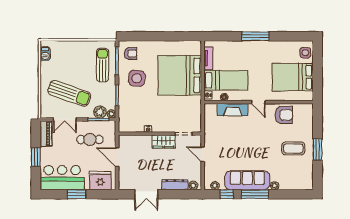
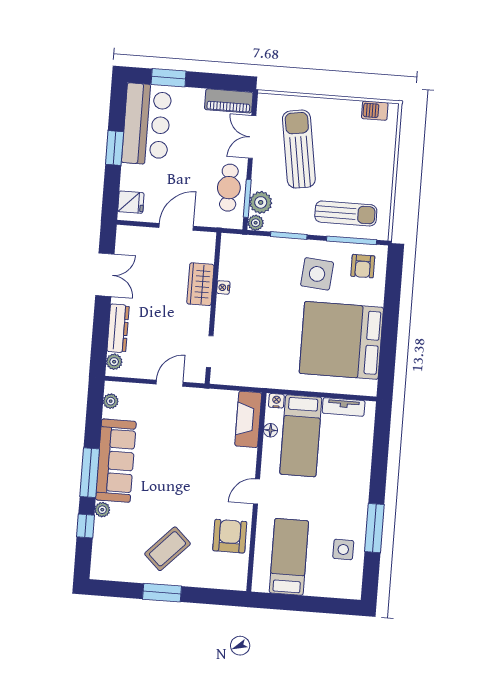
window: (255, 36) -> (374, 528), moved
side table: (305, 53) -> (343, 549), moved
bed: (180, 75) -> (341, 340), moved, turned -90
bed: (293, 77) -> (289, 557), width x0.67
sun lounger: (69, 93) -> (299, 149), turned 152
fireplace: (233, 110) -> (248, 419), moved
armchair: (284, 115) -> (230, 536), turned 180
cafe table: (90, 140) -> (229, 188), moved
wardrobe: (164, 142) -> (200, 284), moved
coffee table: (293, 148) -> (167, 549), turned 44
window: (36, 157) -> (169, 78), moved
fridge: (100, 181) -> (131, 202), width x0.53, depth x0.75
double door: (146, 194) -> (105, 275), swing flipped
window: (227, 194) -> (85, 526), moved

